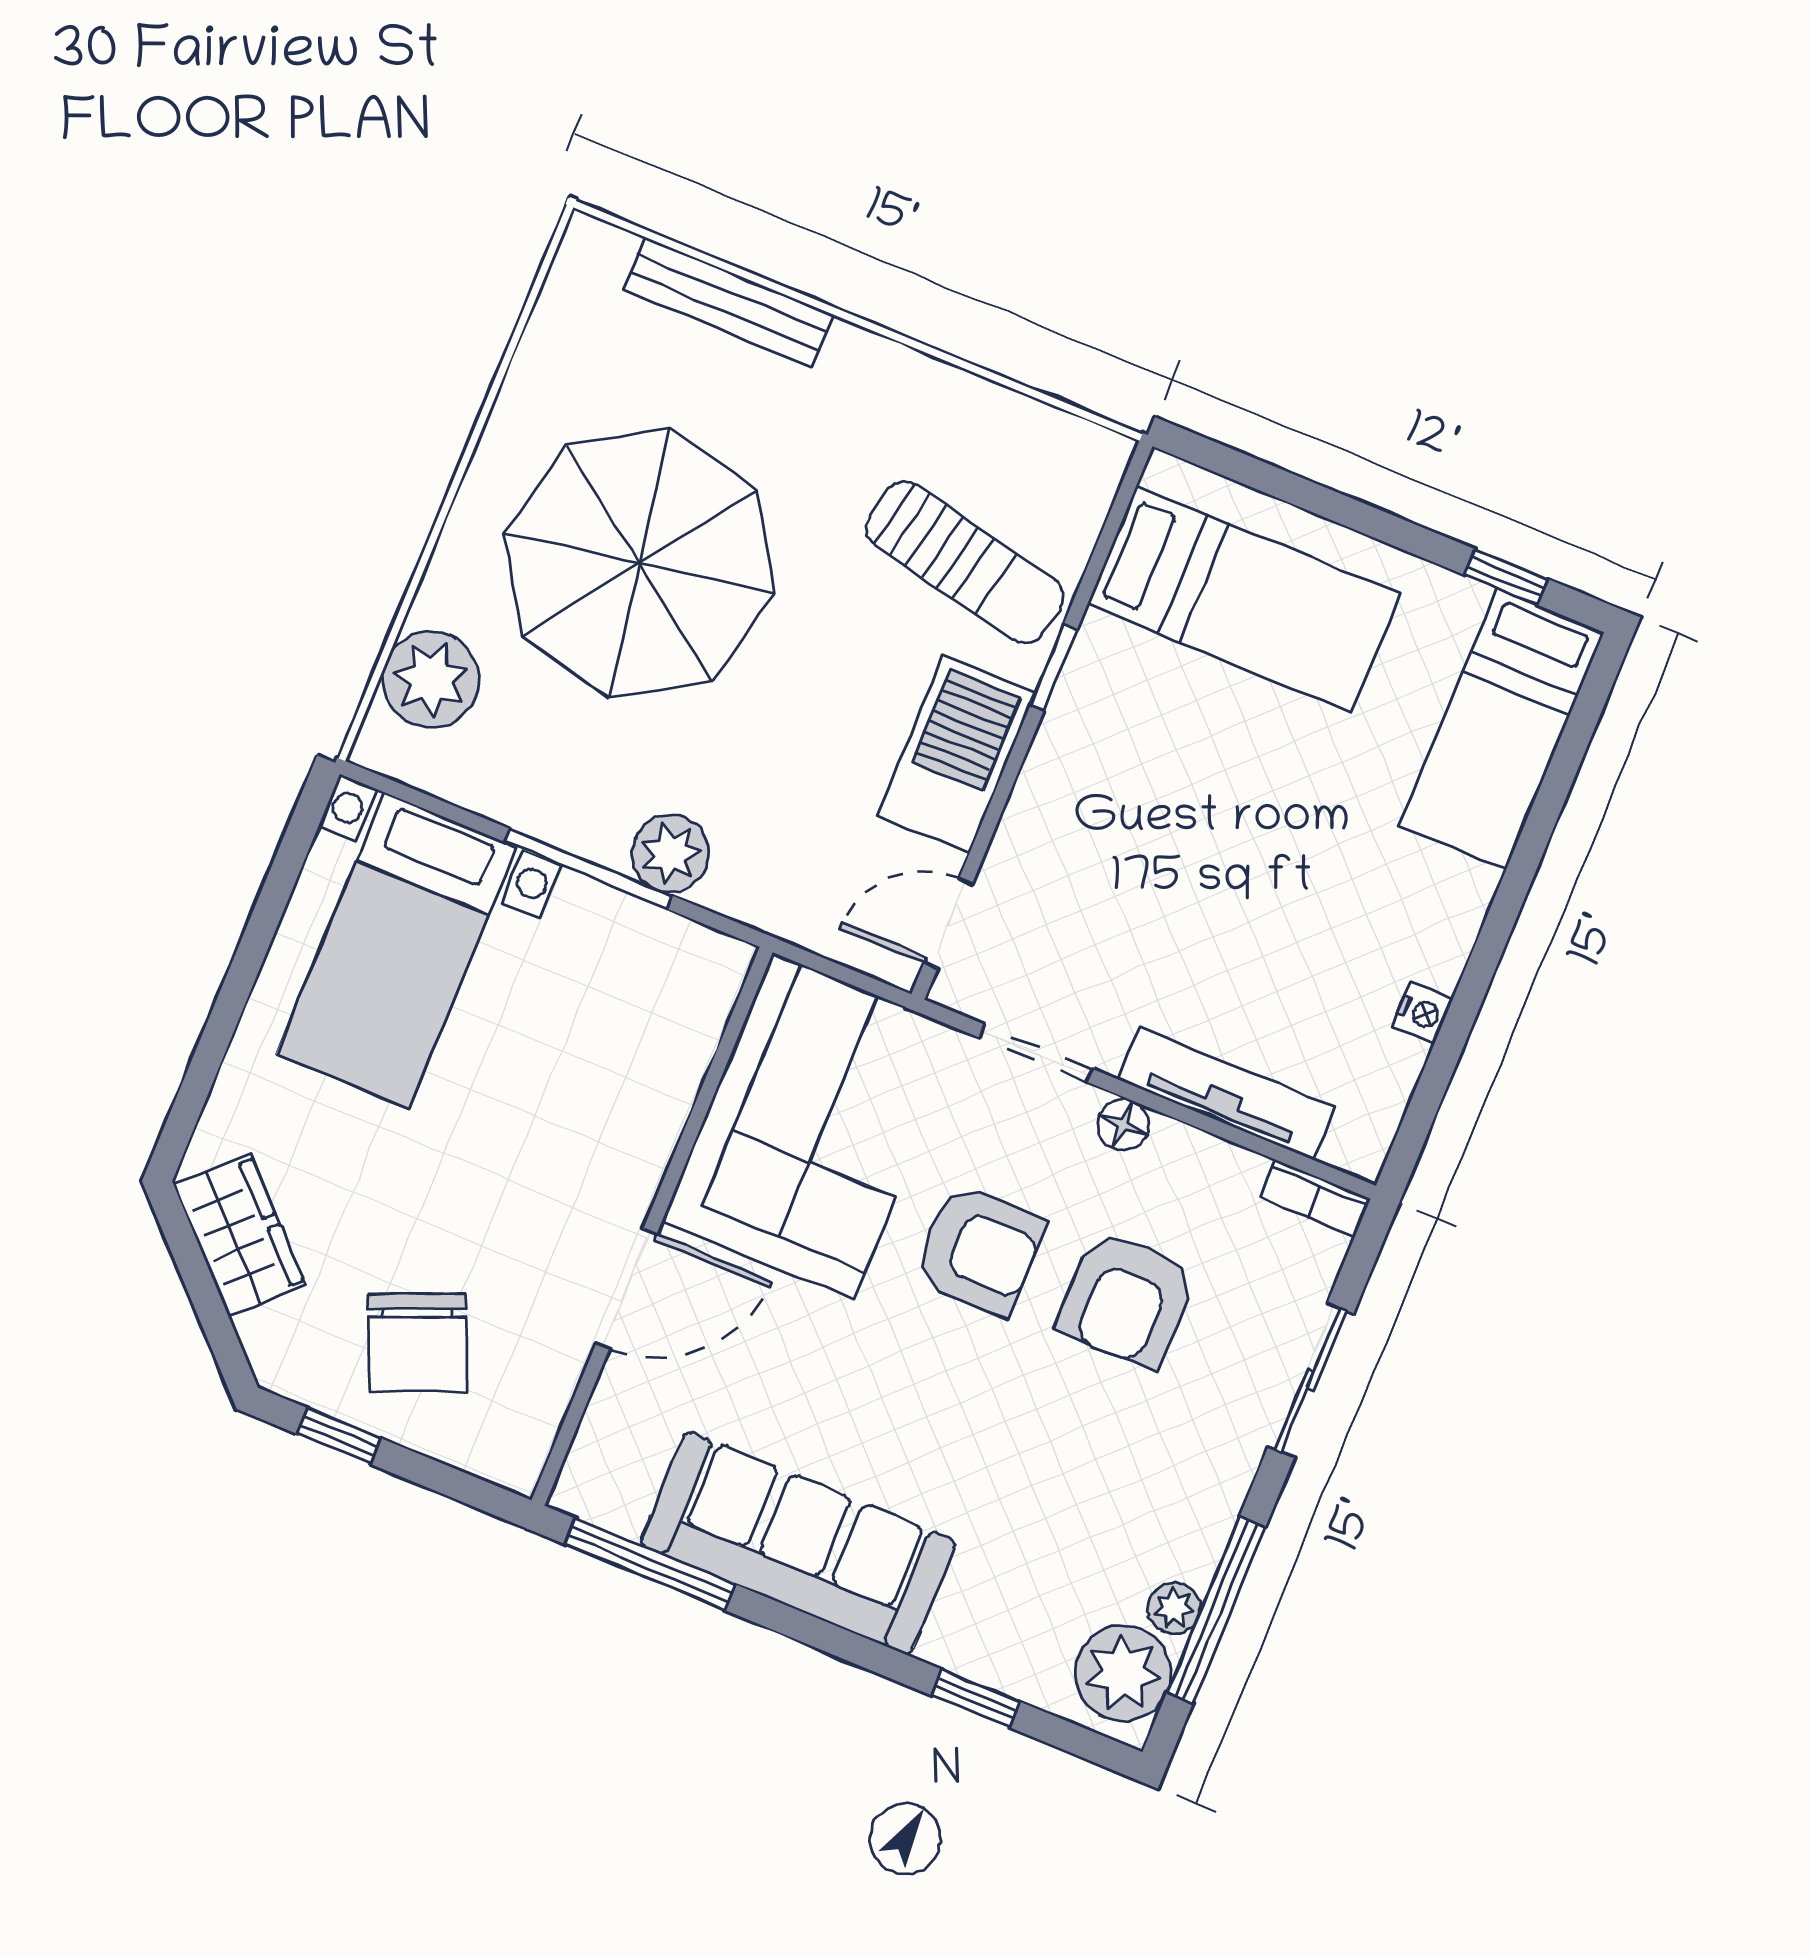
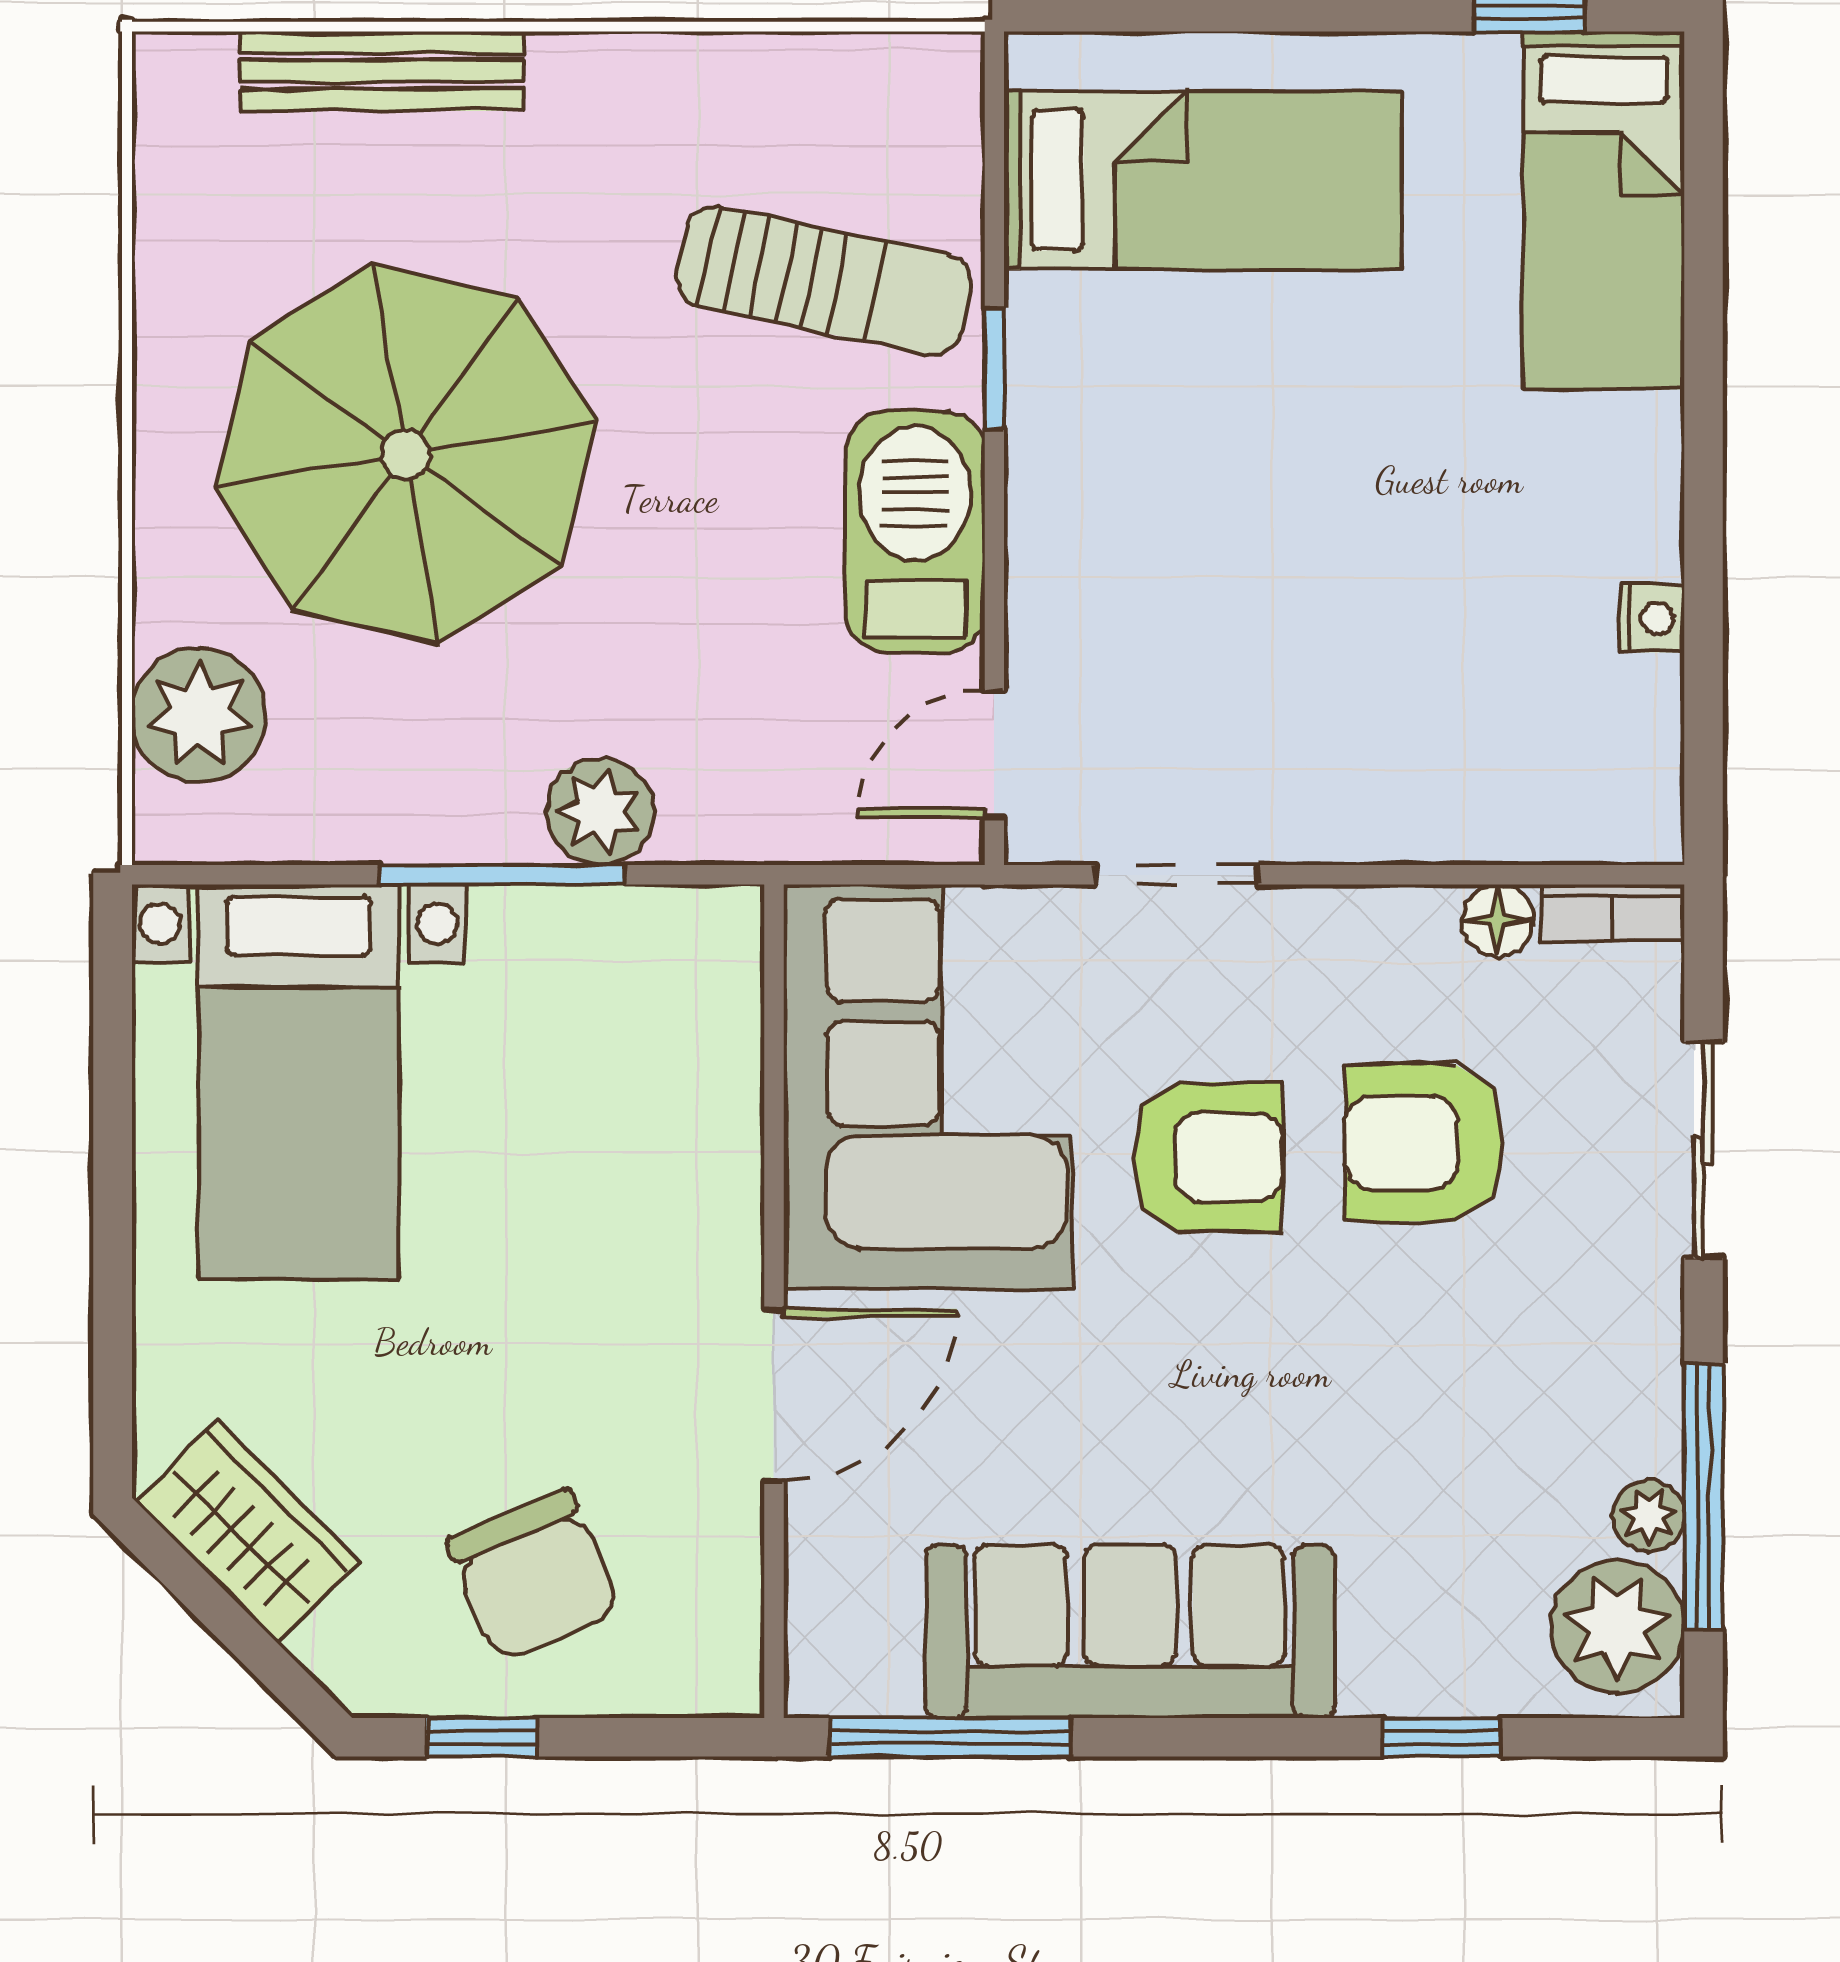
tv unit: (1226, 1093) -> (1443, 825), removed
floor lamp: (1123, 1124) -> (1498, 920), moved
armchair: (1127, 1299) -> (1424, 1143), turned 90

